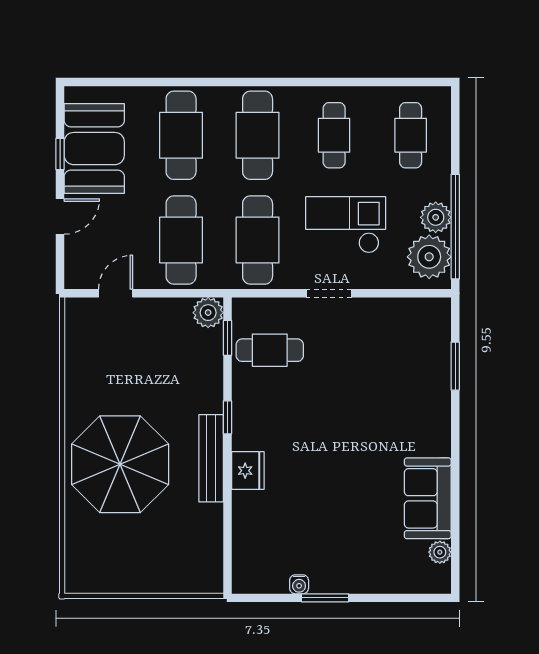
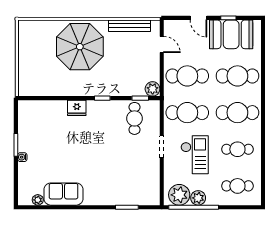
bench: (211, 458) -> (129, 26), moved
water cooler: (299, 584) -> (22, 157), moved

